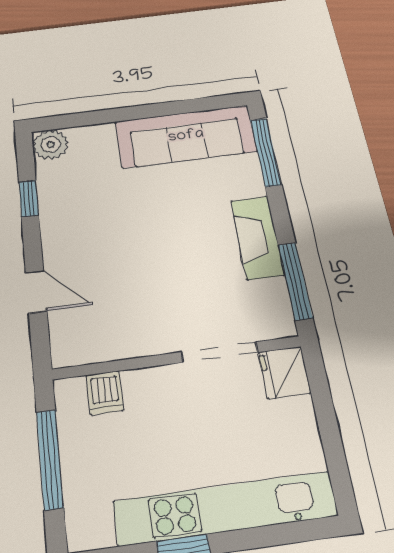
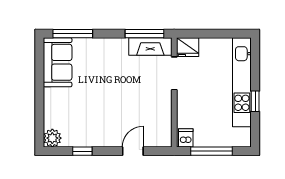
sofa: (186, 136) -> (58, 62), width x0.73
fireplace: (257, 237) -> (150, 46), moved
dishwasher: (105, 393) -> (186, 138), moved, turned -90

